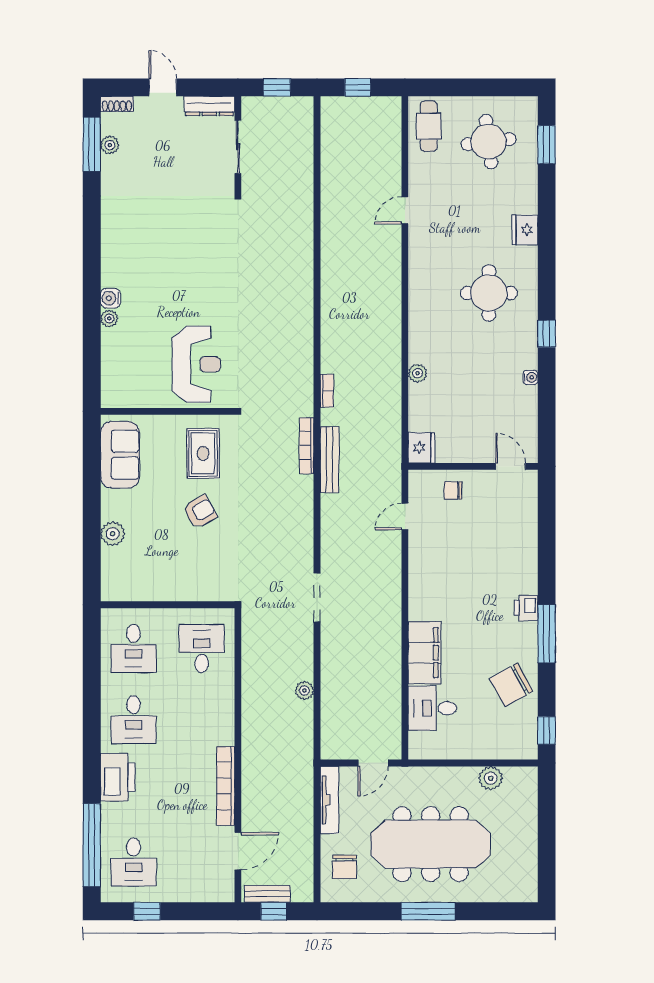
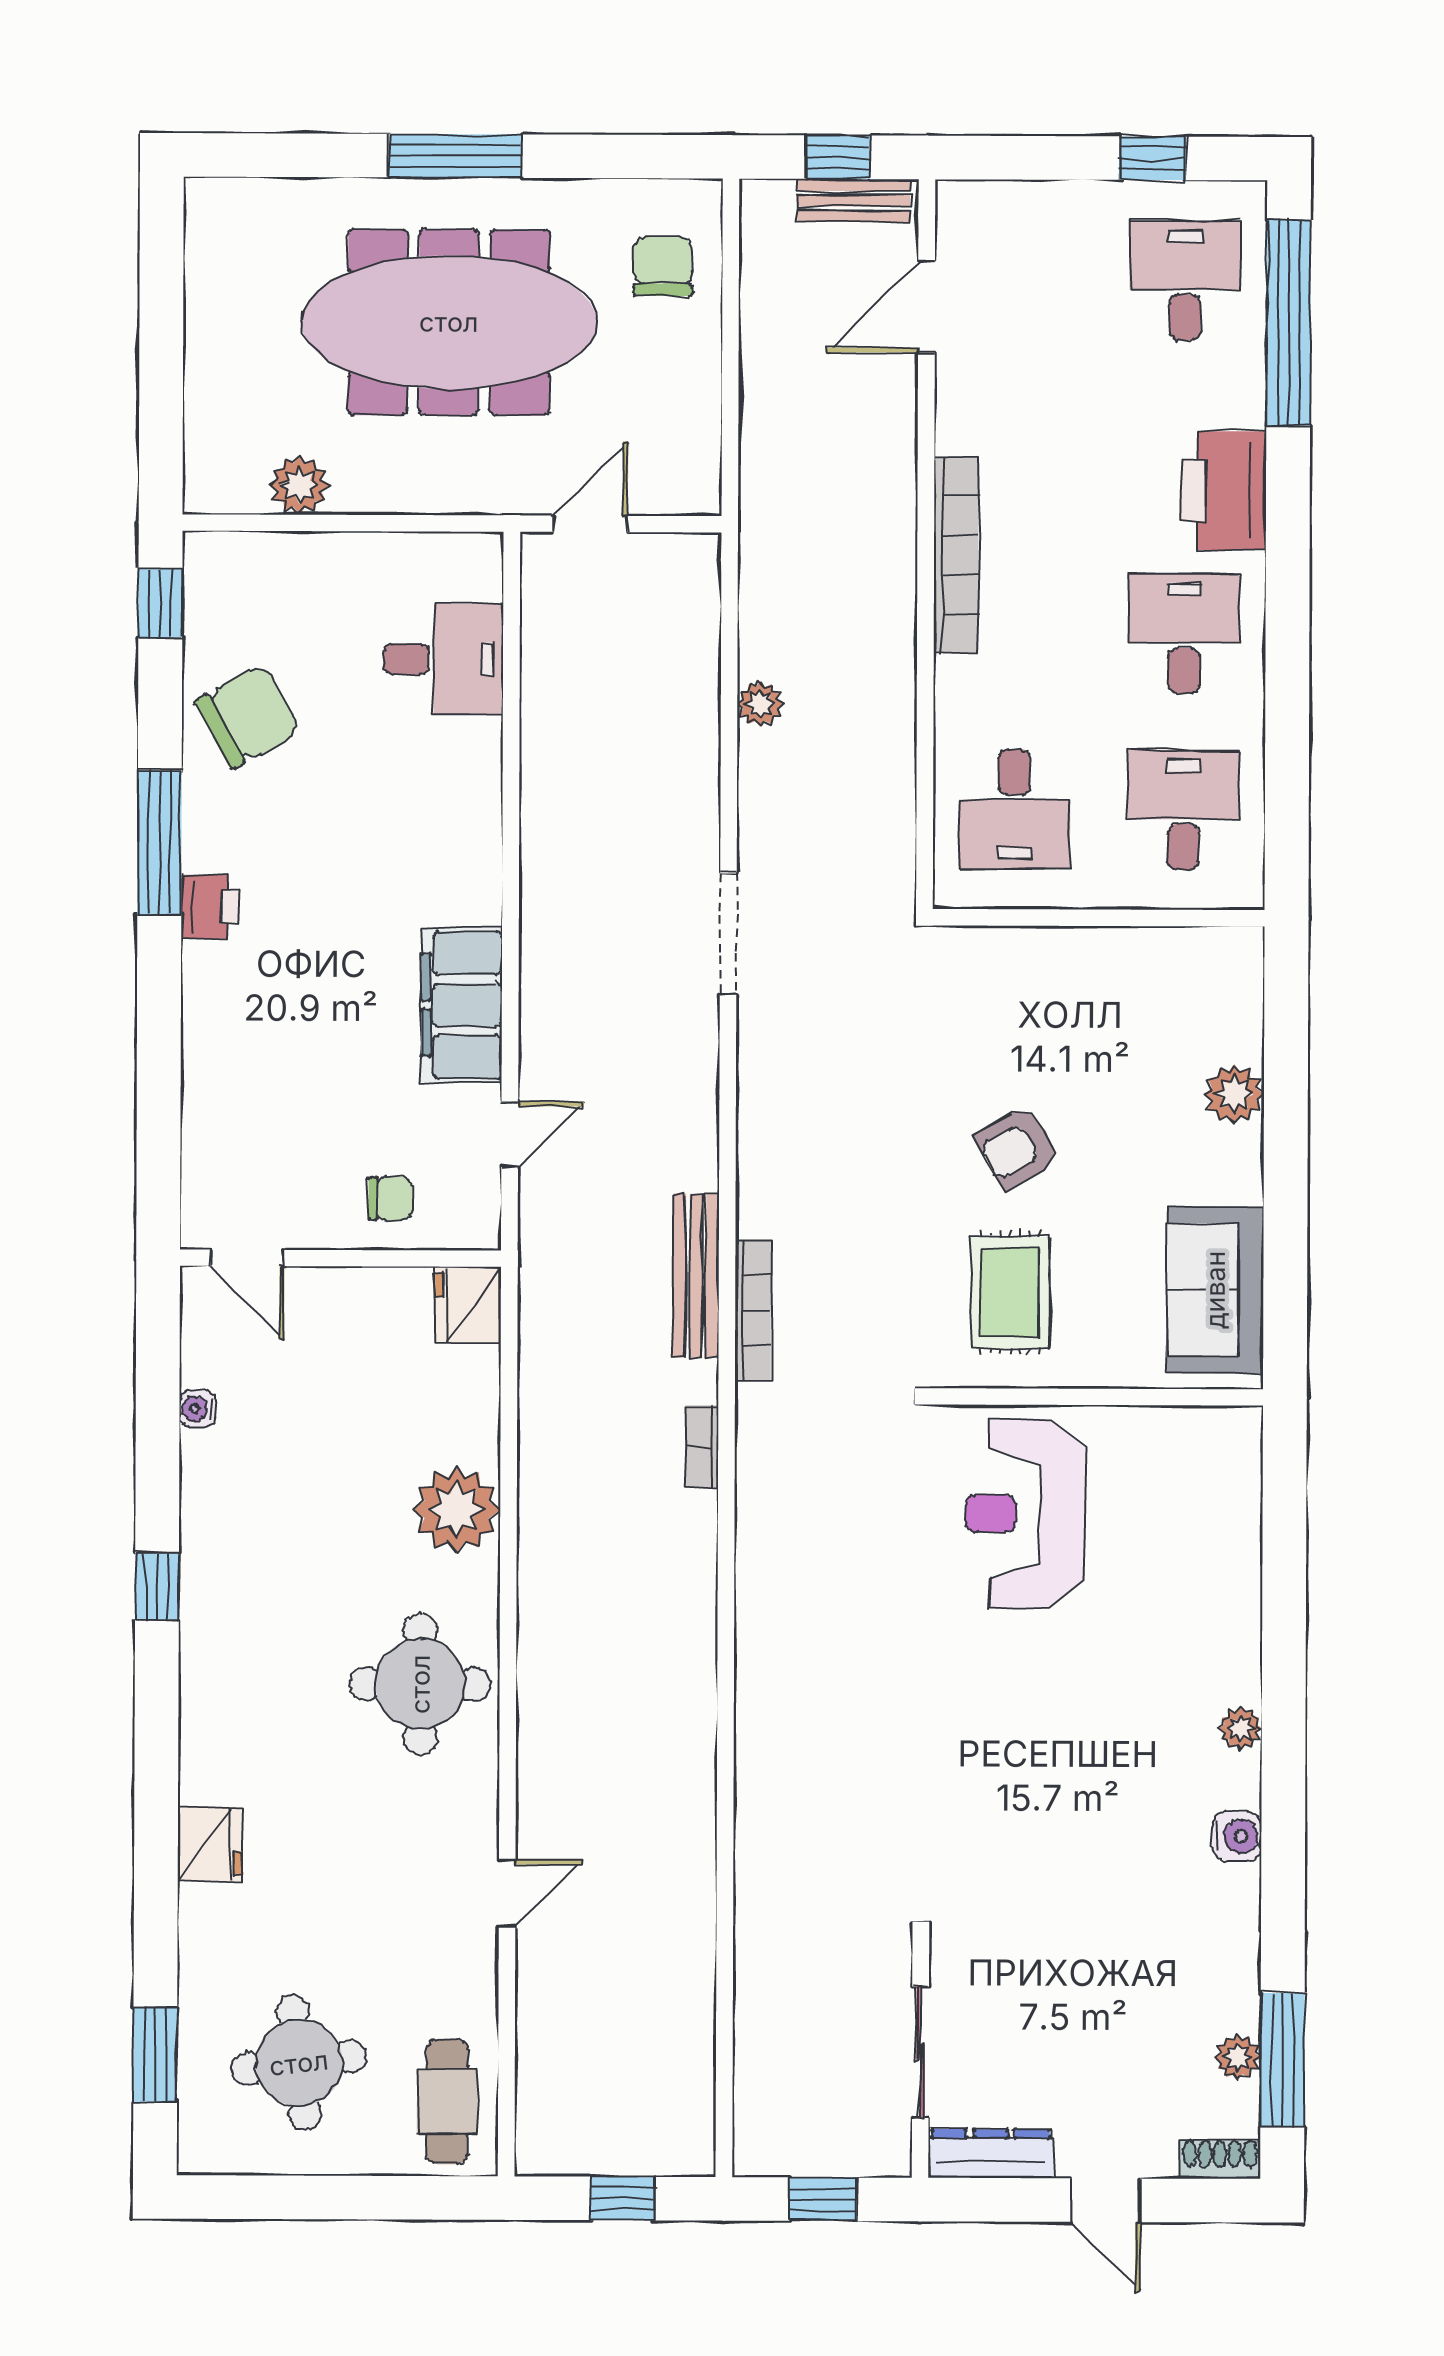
round table: (489, 293) -> (420, 1684), moved
water cooler: (110, 298) -> (1237, 1836), moved
plant: (109, 318) -> (1240, 1728), moved
plant: (418, 373) -> (457, 1510), width x1.87, depth x1.87
water cooler: (530, 377) -> (197, 1409), moved
filing cabinet: (424, 653) -> (462, 1005), moved
bookcase: (226, 786) -> (956, 555), moved
tv unit: (329, 800) -> (699, 433), removed

